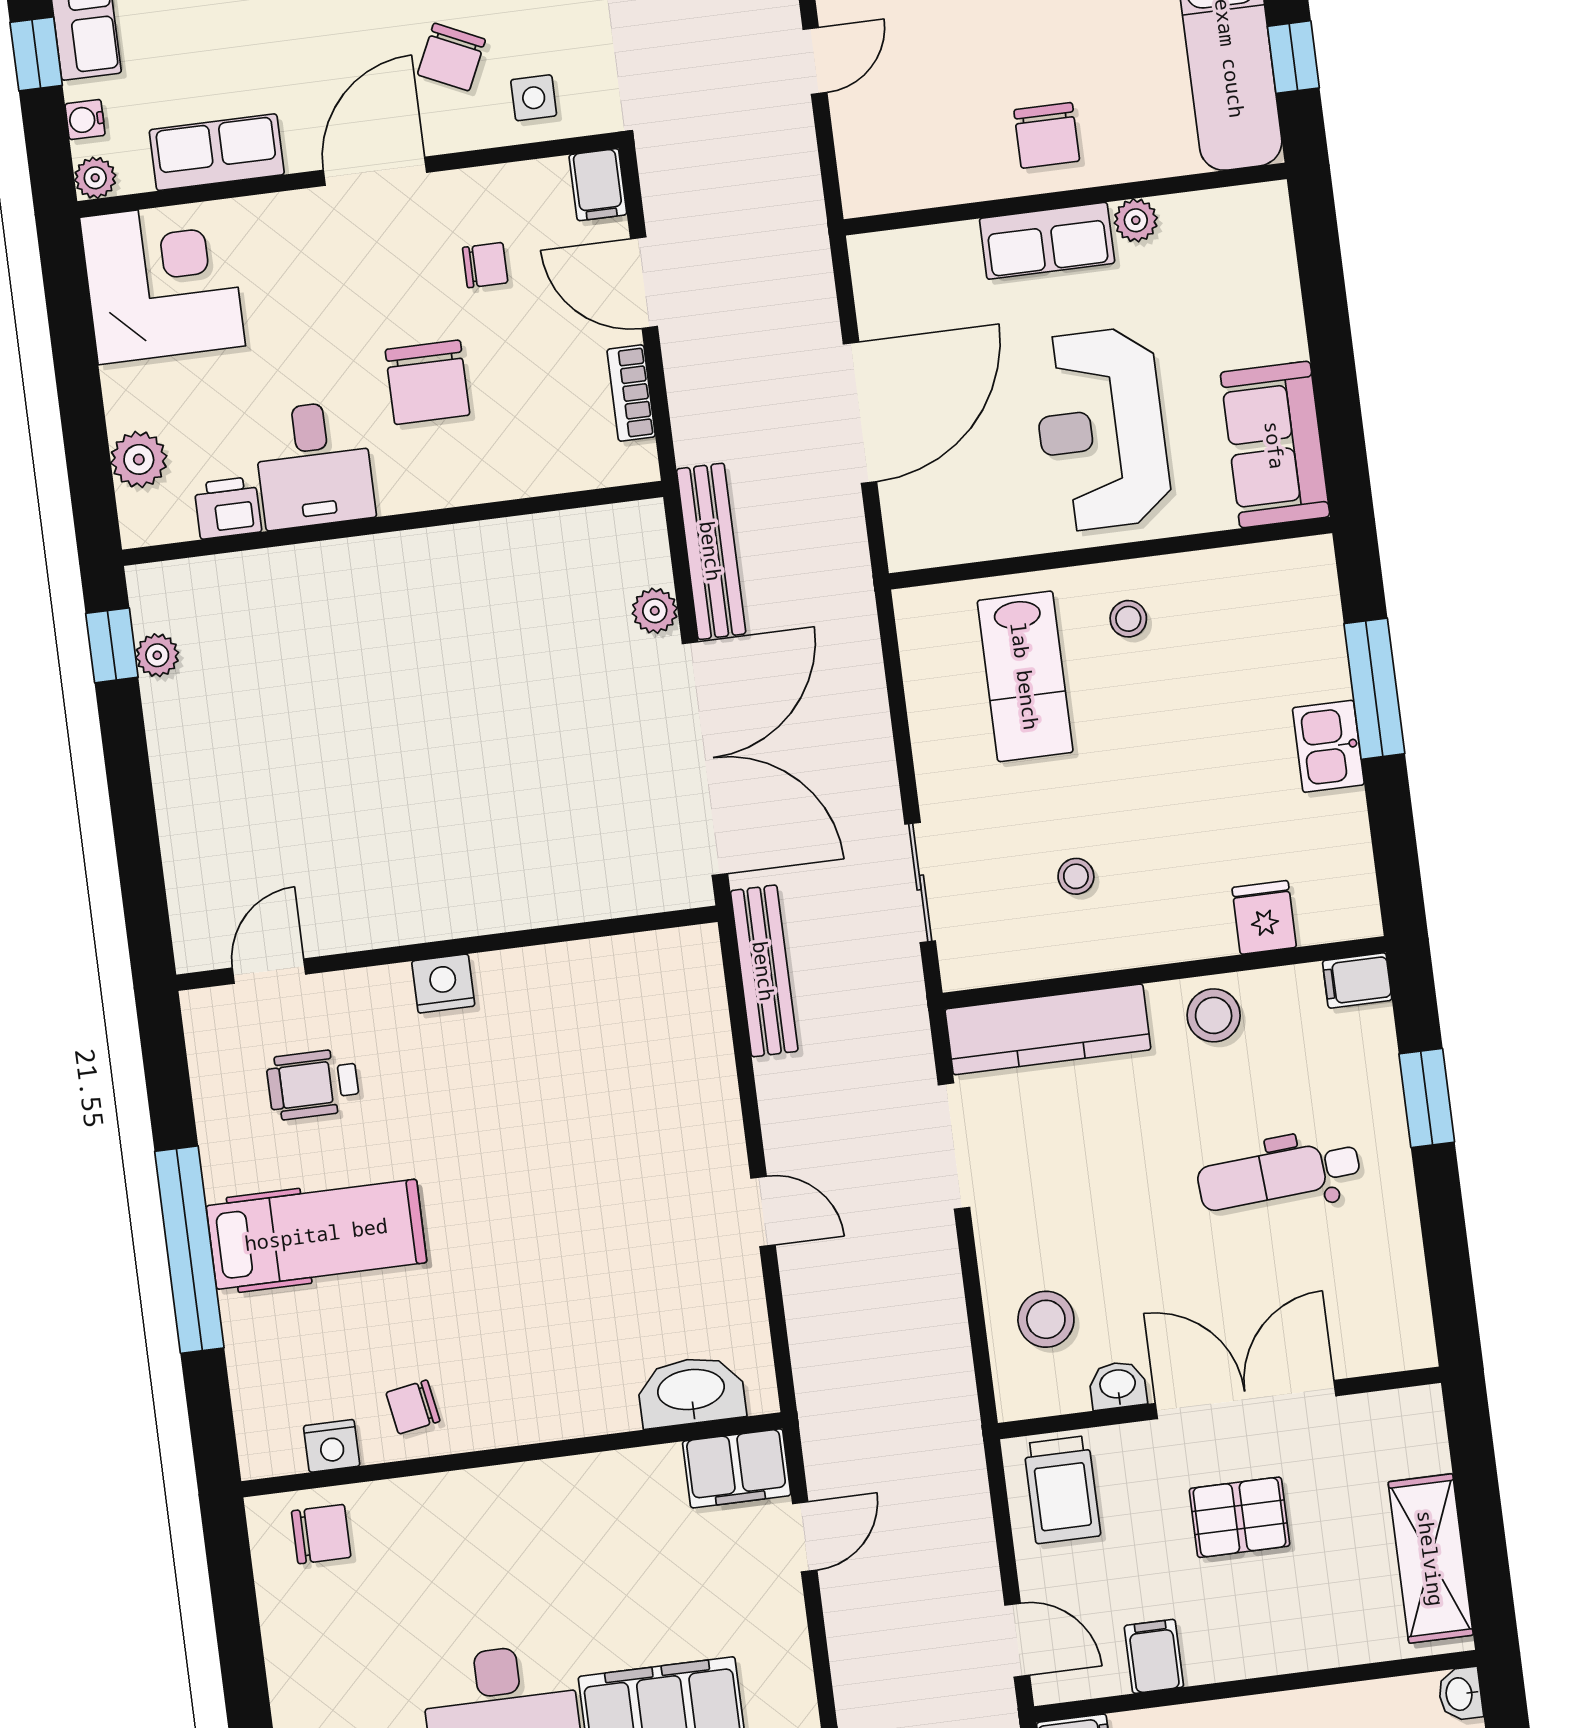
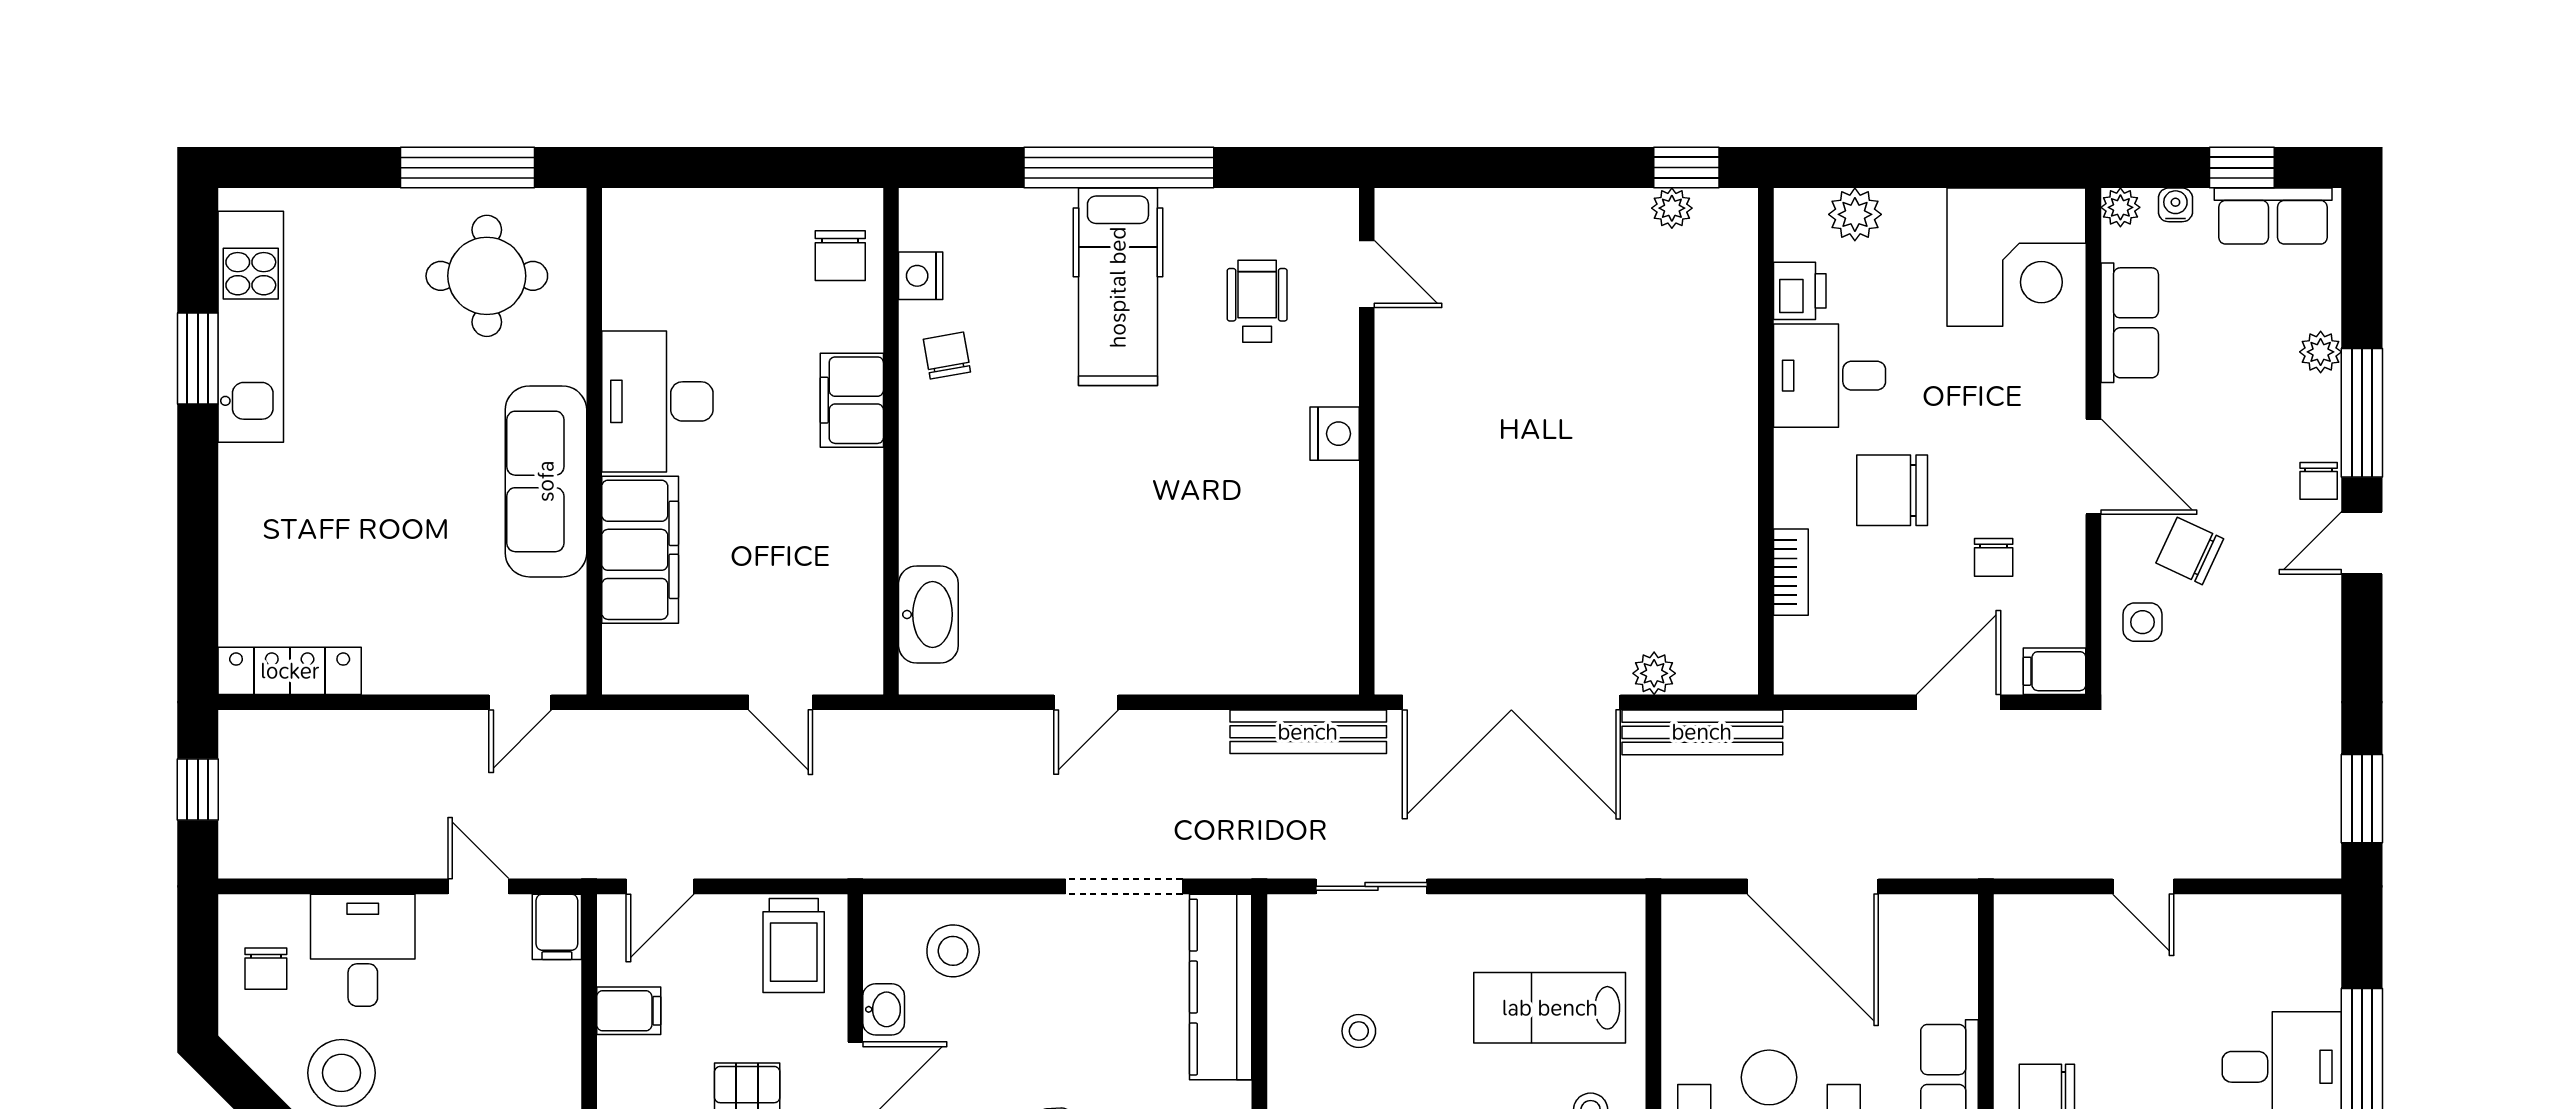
bookcase: (631, 393) -> (1791, 572), moved, turned 90
filing cabinet: (737, 1468) -> (852, 400), moved
trolley: (1062, 1490) -> (794, 946), turned -90

